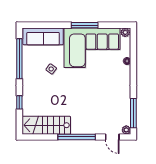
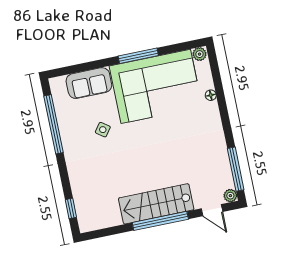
sofa: (43, 36) -> (89, 83), width x0.73
window: (19, 102) -> (71, 208), moved
stairs: (46, 125) -> (156, 204), moved

